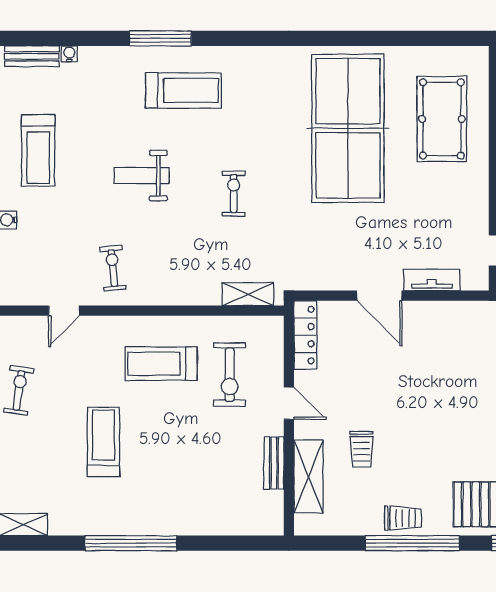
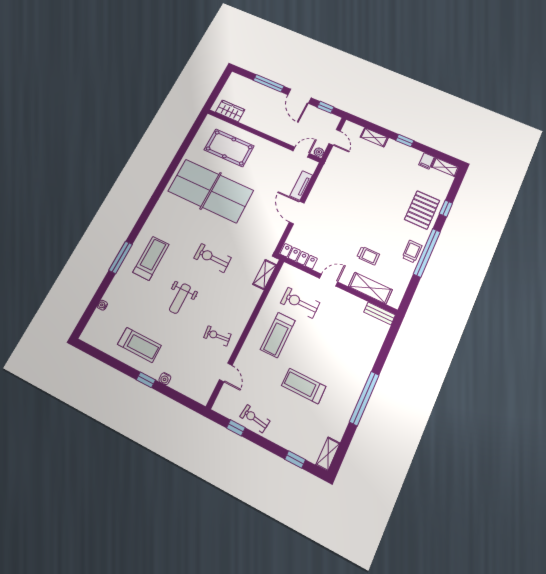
bench: (32, 56) -> (93, 325), removed
exercise bike: (234, 193) -> (212, 258), width x1.38, depth x1.39
door: (379, 296) -> (297, 213), swing flipped
exercise bike: (230, 375) -> (300, 303), turned 180
bench: (274, 463) -> (380, 313), moved

